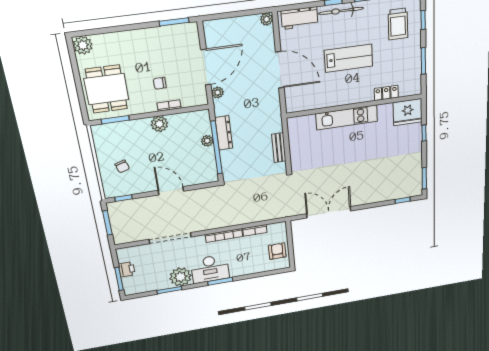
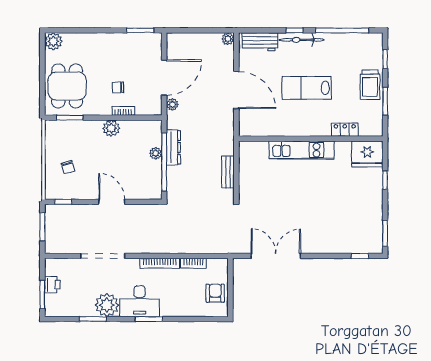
trolley: (398, 24) -> (370, 85), moved
lab bench: (349, 58) -> (307, 88), turned 180

